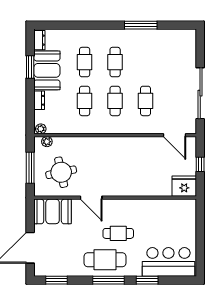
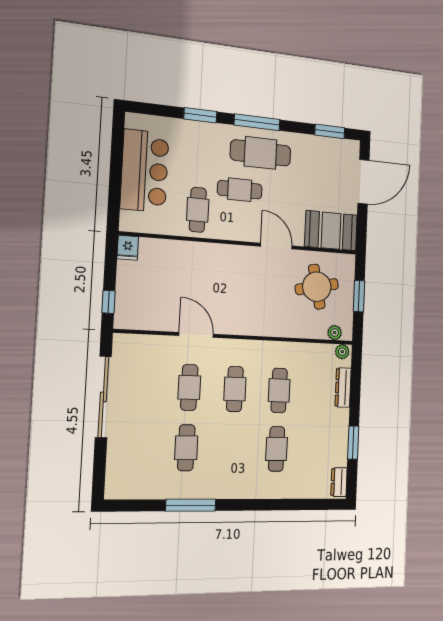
cafe table: (115, 62) -> (186, 448), moved
booth: (47, 70) -> (330, 437), removed
dresser: (39, 100) -> (343, 388), width x1.44
door: (174, 135) -> (196, 335), moved
window: (200, 164) -> (109, 302), moved
window: (30, 168) -> (359, 296), width x0.69
fridge: (184, 186) -> (128, 248), width x0.53, depth x0.75
cafe table: (146, 217) -> (198, 210), added
bar counter: (168, 262) -> (145, 171), moved, turned -90

